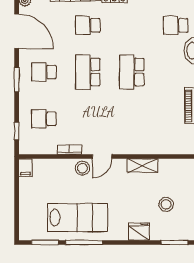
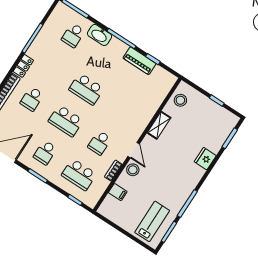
school desk: (44, 119) -> (79, 175), width x1.85
school desk: (88, 119) -> (100, 143), added
filing cabinet: (25, 168) -> (118, 192), moved
stool: (166, 204) -> (180, 100), moved
lab bench: (78, 218) -> (152, 221), moved, width x0.73, depth x0.72

